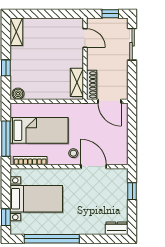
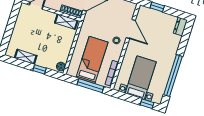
shelving: (16, 32) -> (26, 57), moved
door: (94, 167) -> (131, 29), swing flipped

